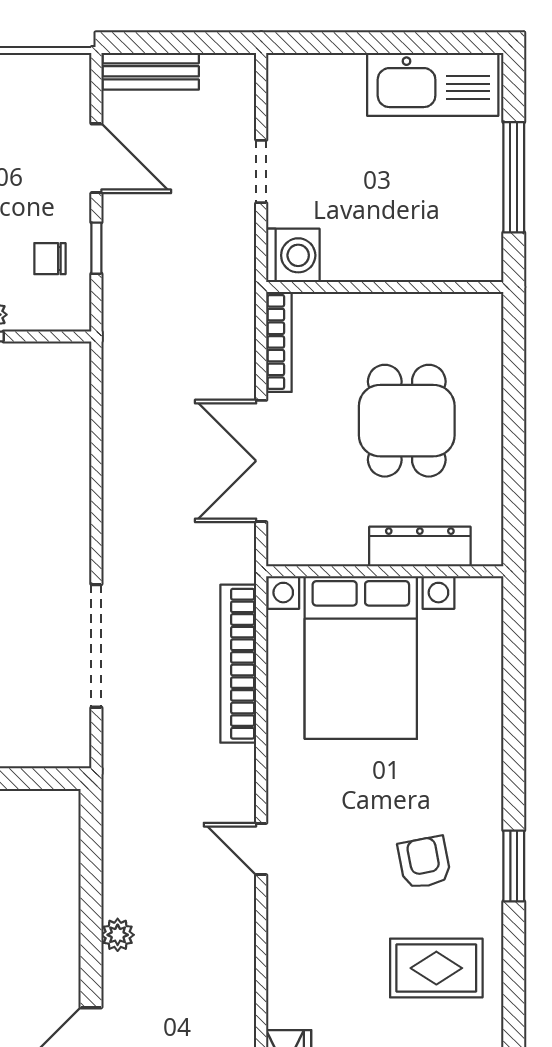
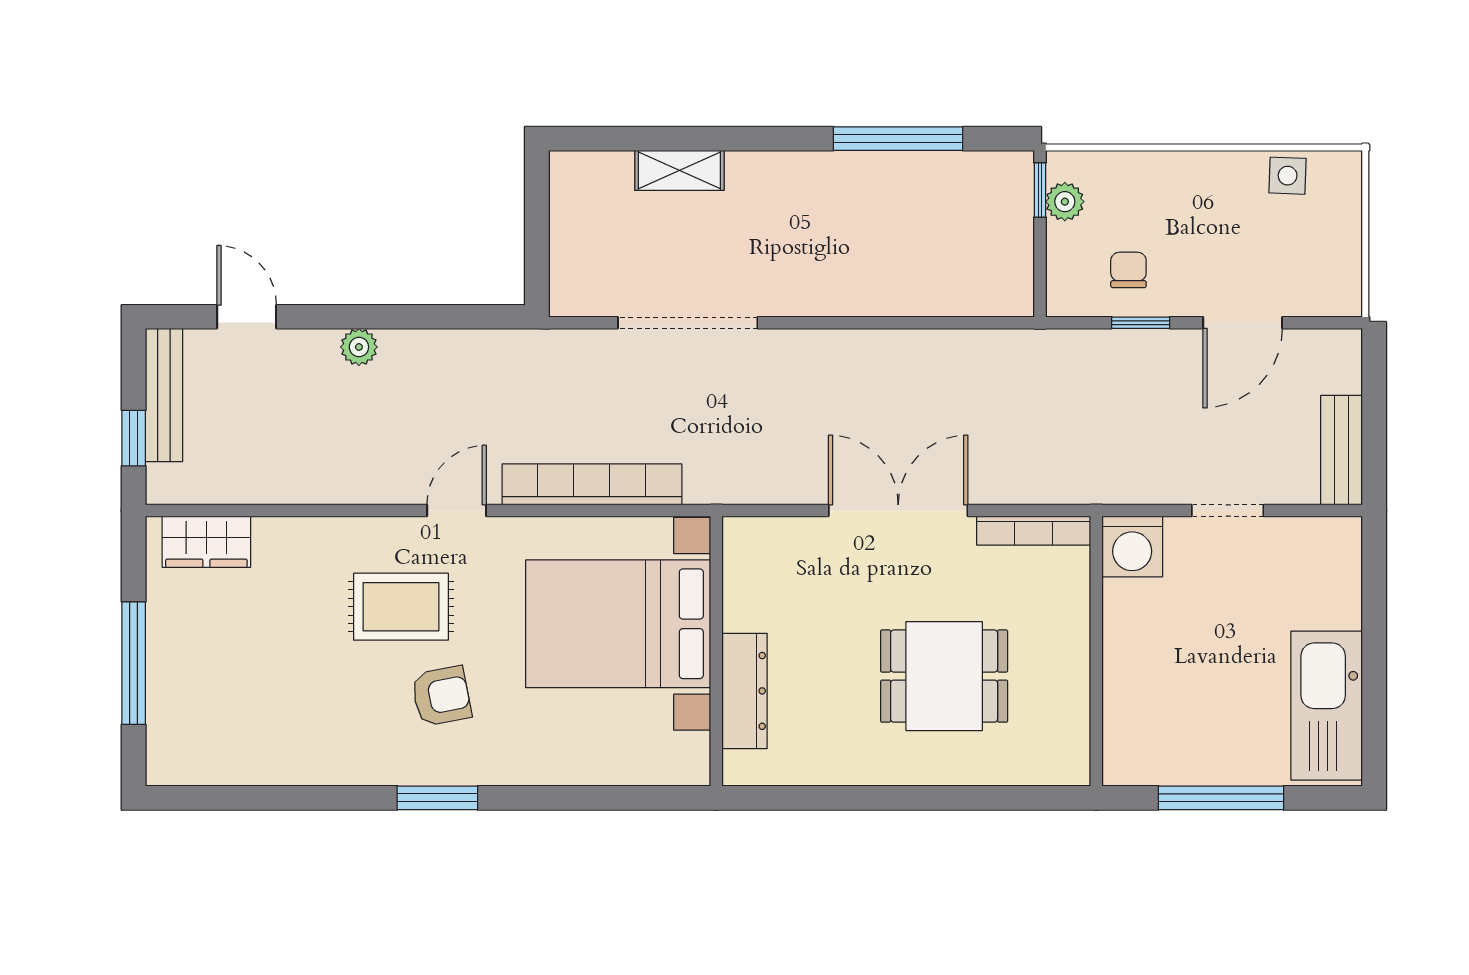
bench: (151, 71) -> (1342, 450), moved
dresser: (420, 547) -> (745, 691), moved
wall: (385, 571) -> (716, 651), moved
bed with nightstands: (361, 658) -> (618, 624), moved
bookcase: (238, 664) -> (592, 484), moved
rug: (436, 968) -> (401, 607), moved, turned 90

